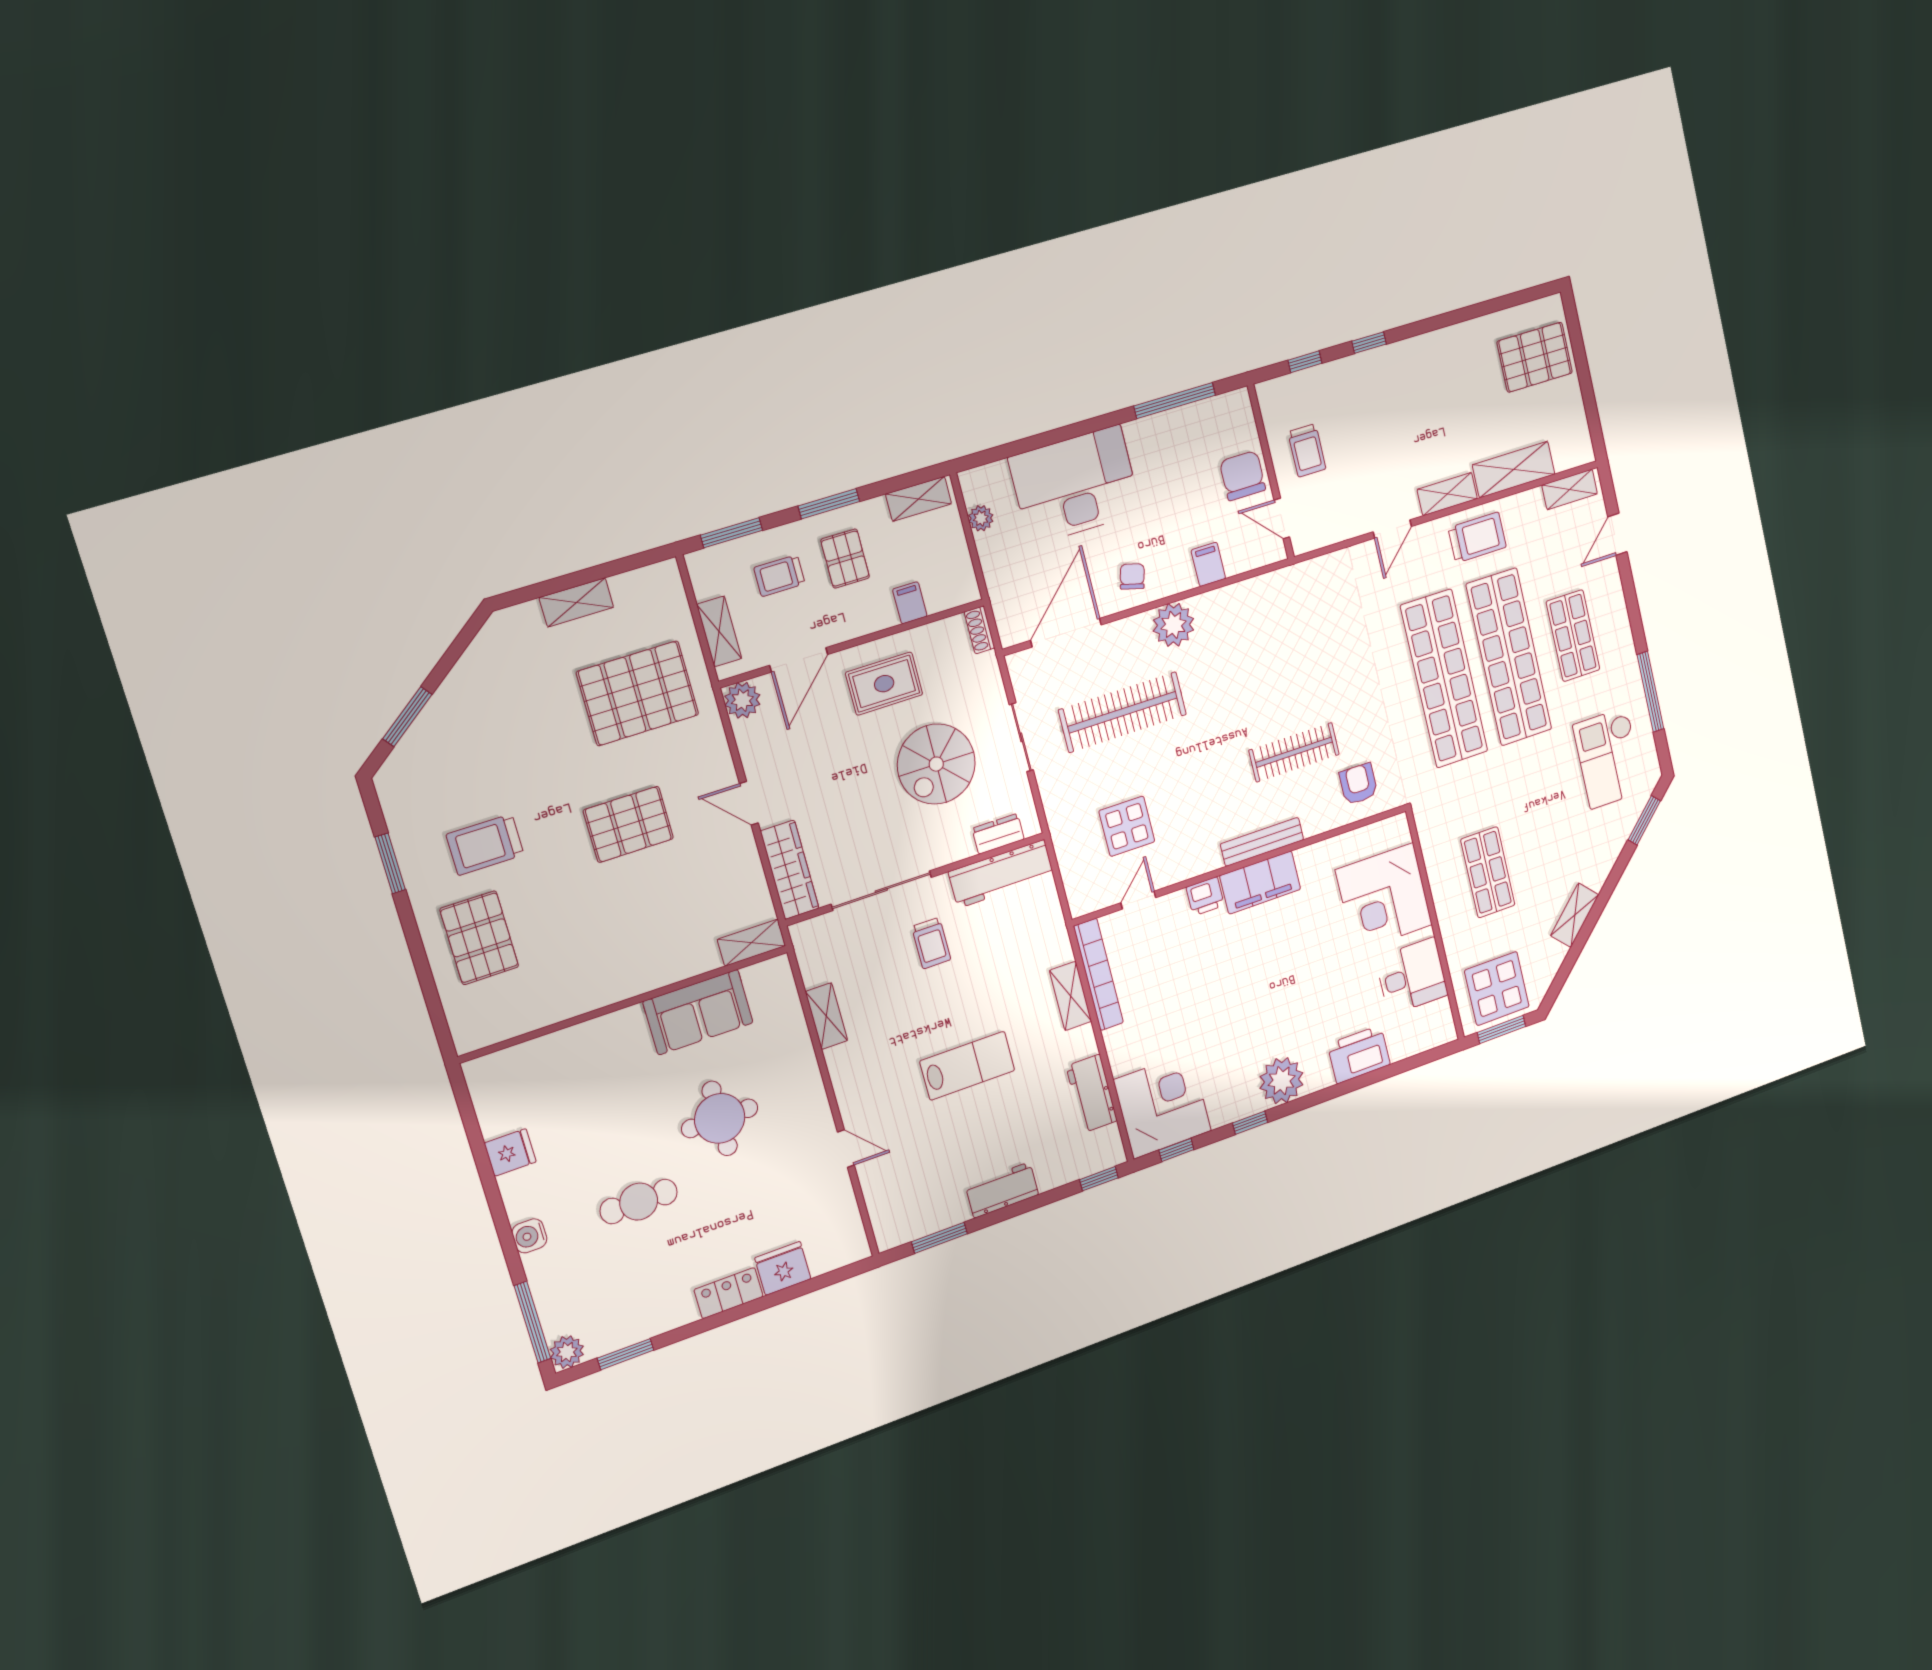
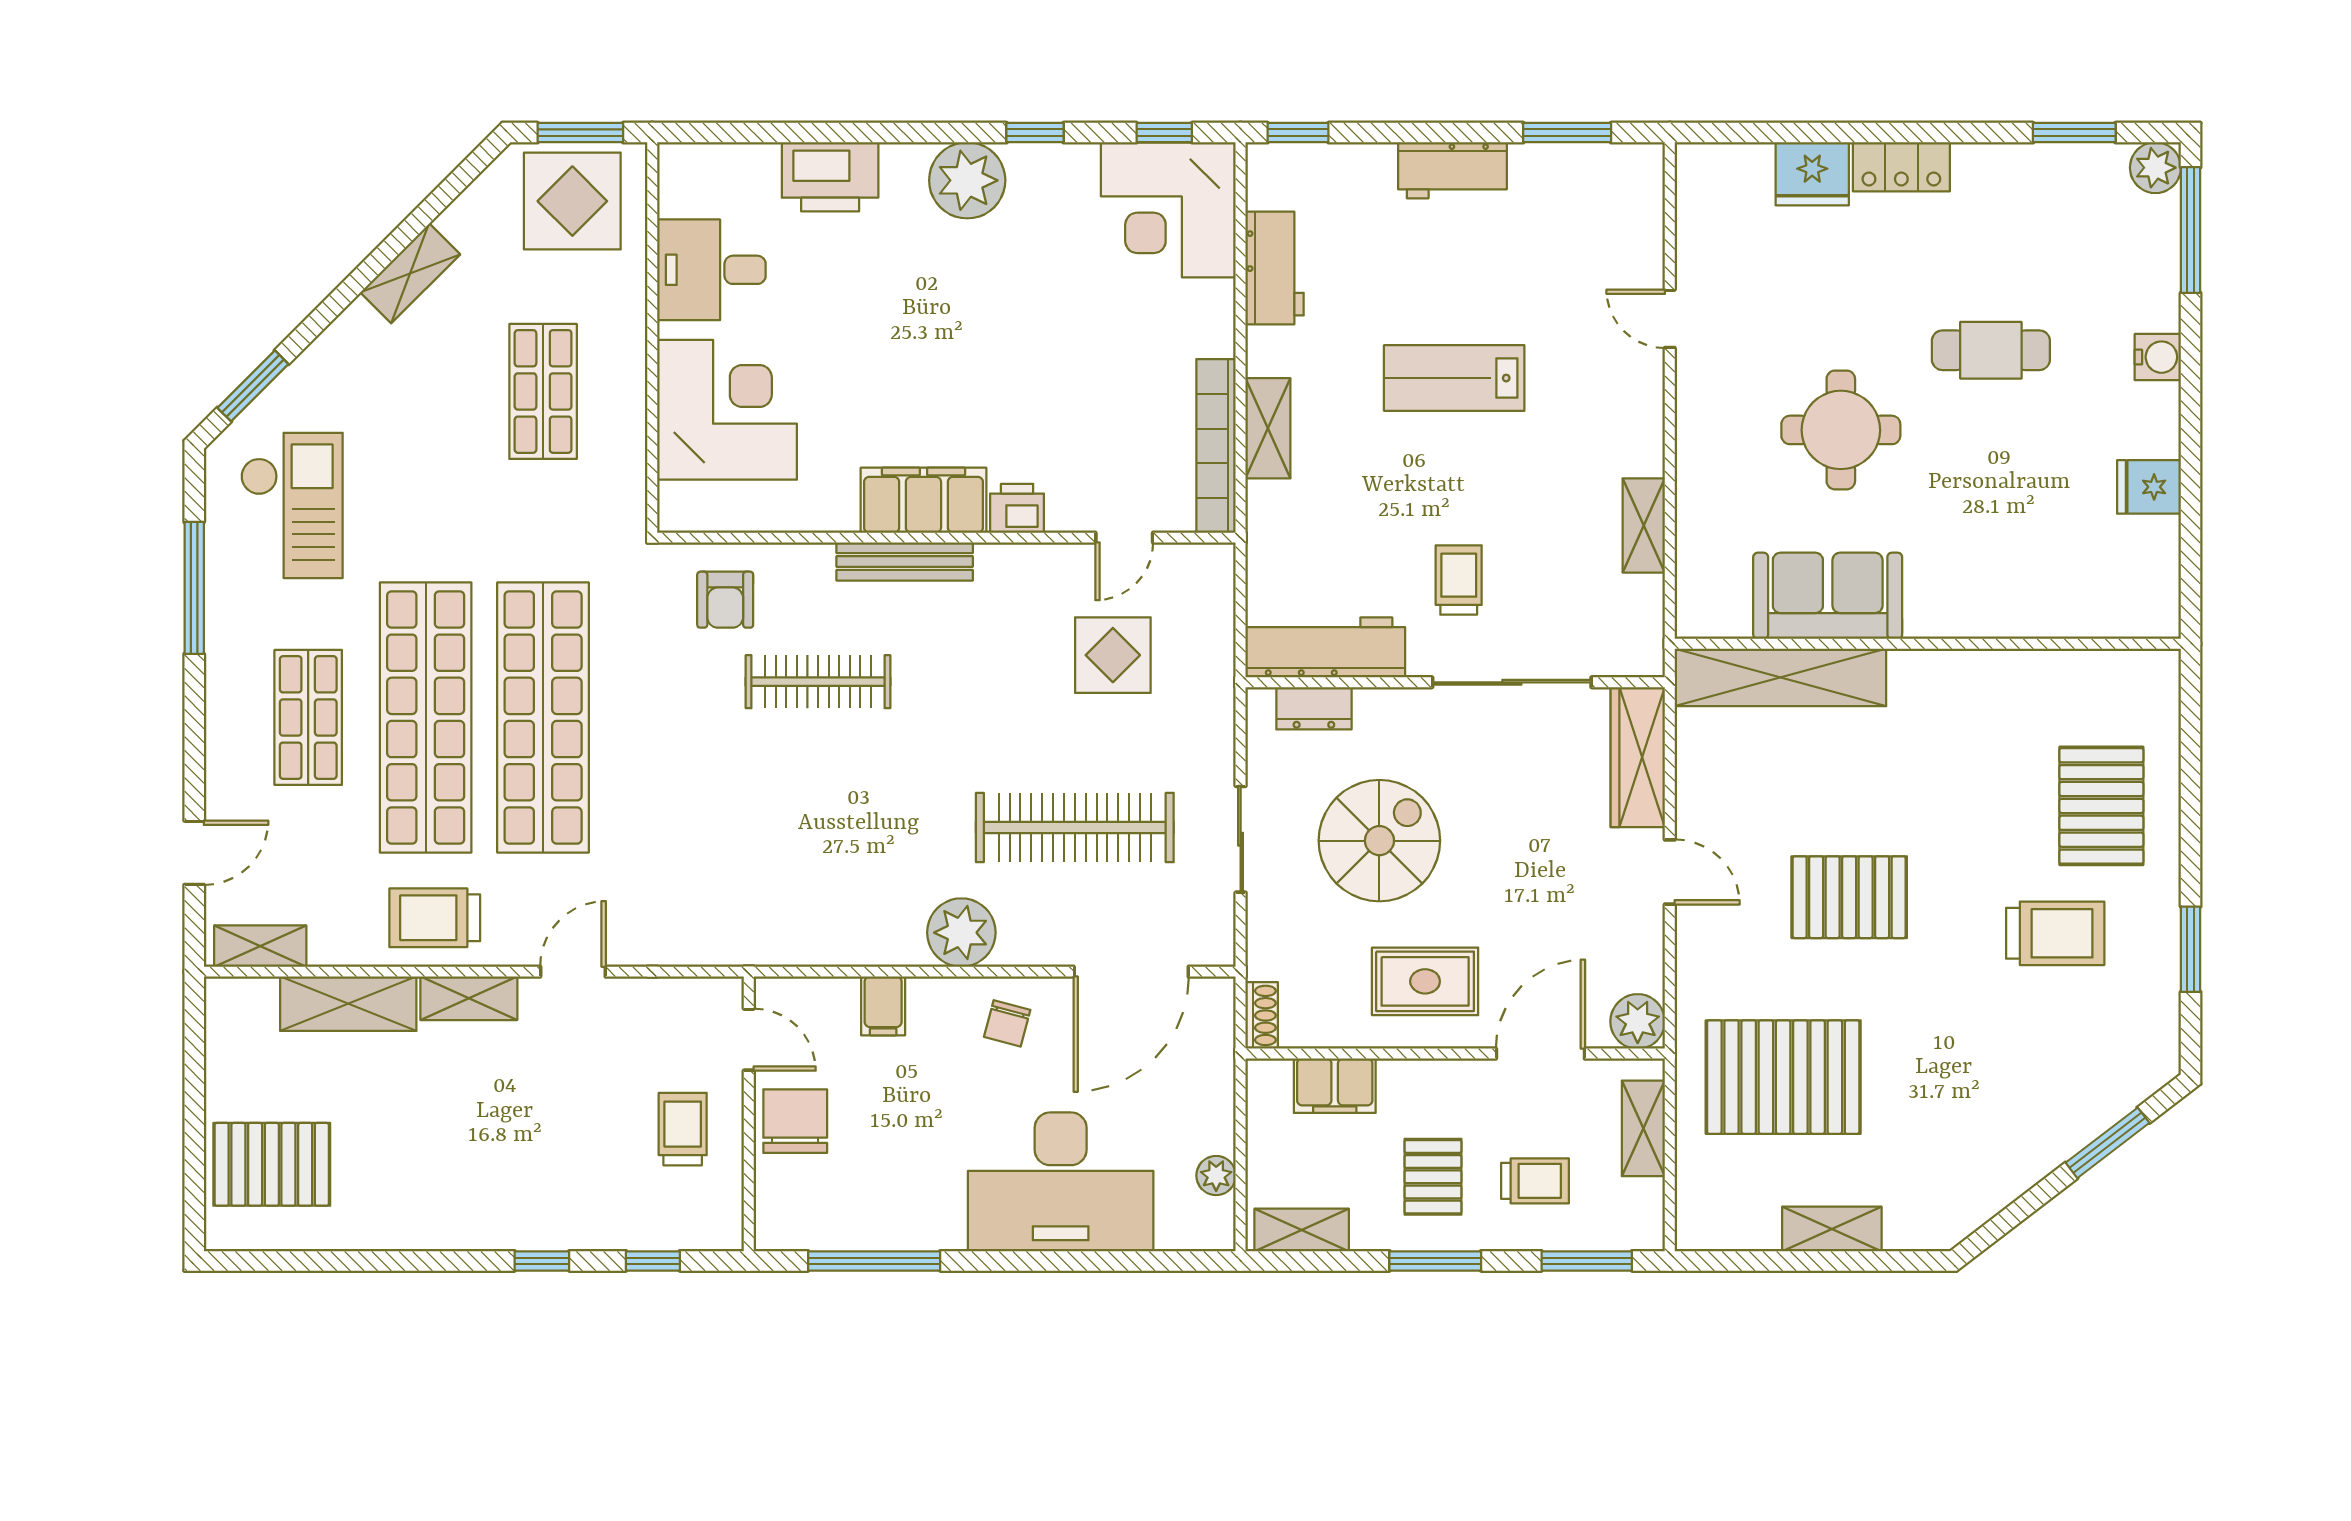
chair: (1243, 476) -> (795, 1121), turned 180
filing cabinet: (910, 603) -> (1335, 1086), width x2.00
shelving: (751, 943) -> (1780, 677), width x2.20, depth x1.33

